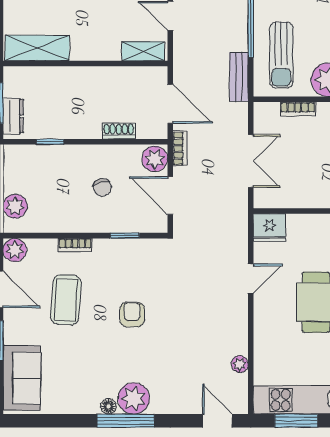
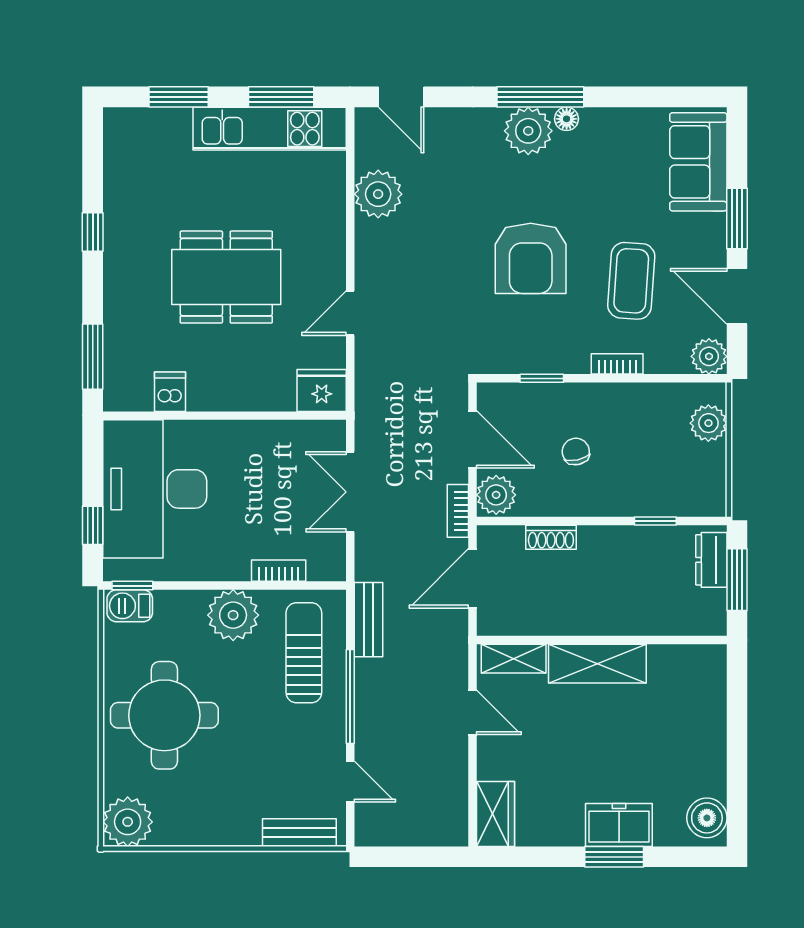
shelving: (37, 48) -> (597, 664), moved
door: (170, 104) -> (473, 578), hinge flipped
armchair: (132, 315) -> (531, 258), width x1.88, depth x1.88
plant: (240, 364) -> (378, 194), width x1.88, depth x1.88

